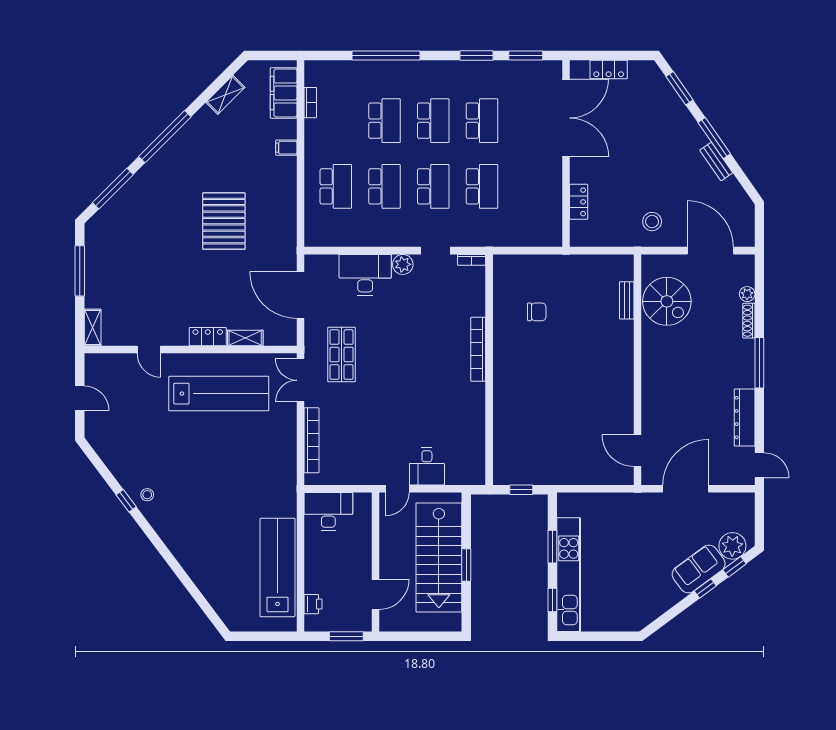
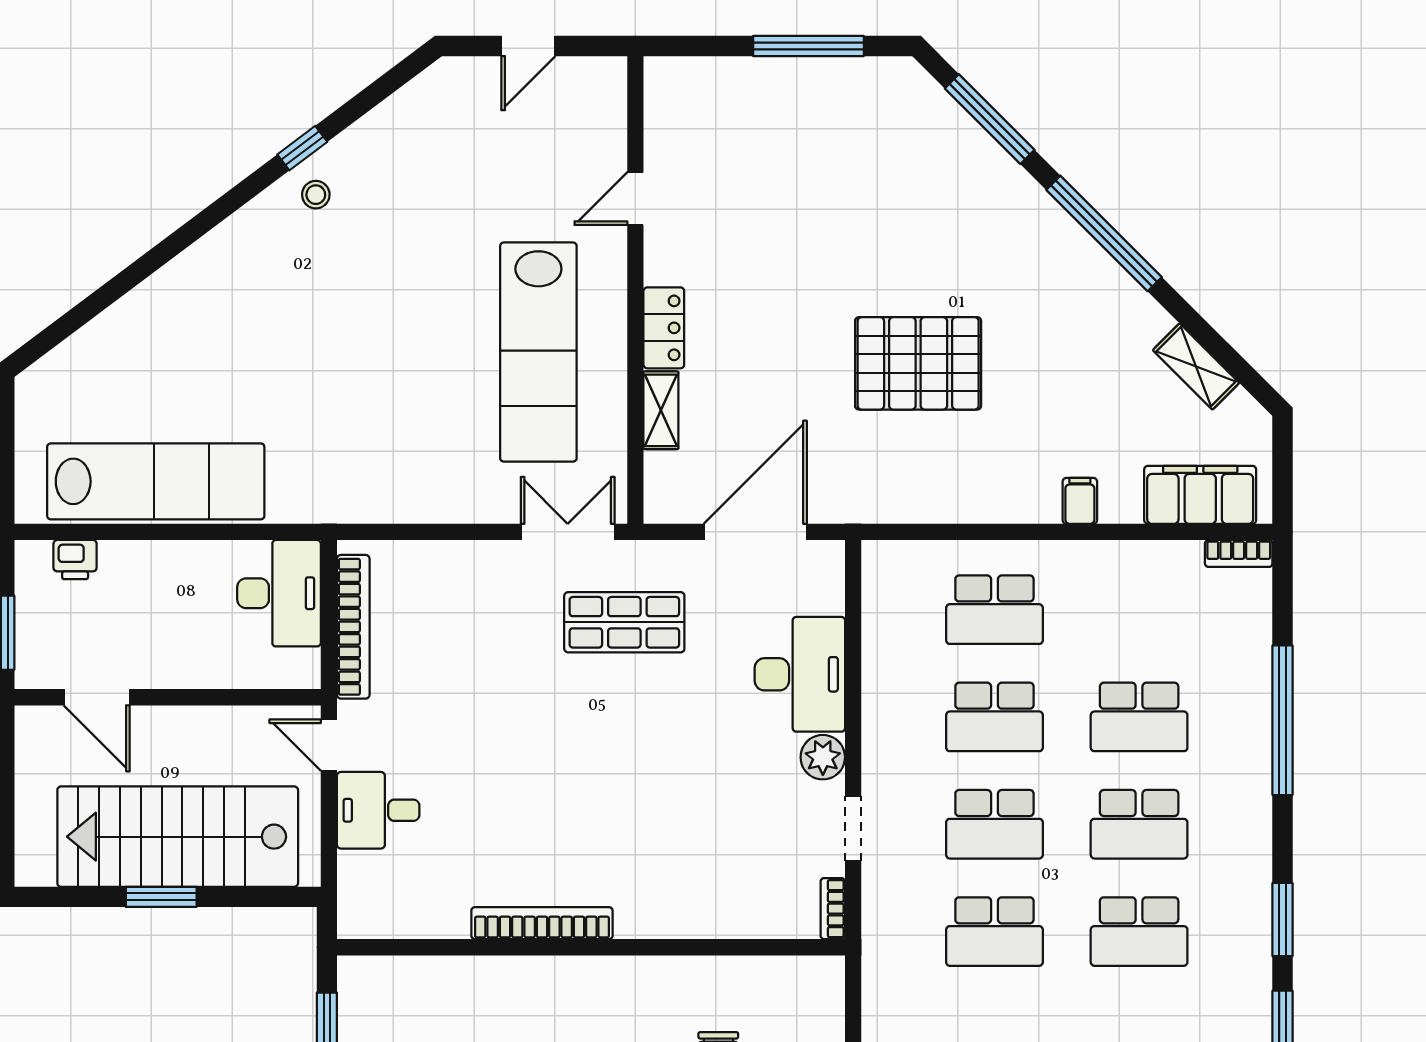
bookcase: (310, 103) -> (1239, 553), moved
shelving: (93, 328) -> (684, 74), removed
bookcase: (478, 349) -> (542, 923), moved
bookcase: (312, 440) -> (353, 627), moved, turned -90

